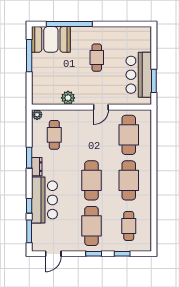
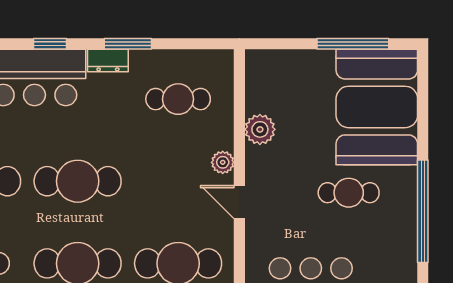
window: (69, 24) -> (423, 211), moved
booth: (51, 39) -> (377, 107), width x1.36, depth x1.42
plant: (37, 115) -> (223, 162), moved
window: (29, 206) -> (50, 44), moved

